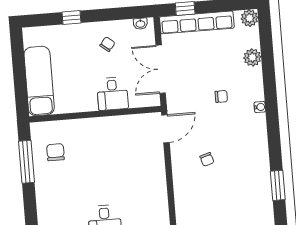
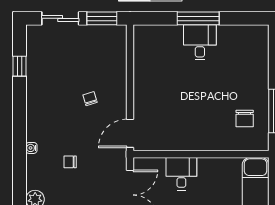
window: (278, 185) -> (20, 66), width x0.67

